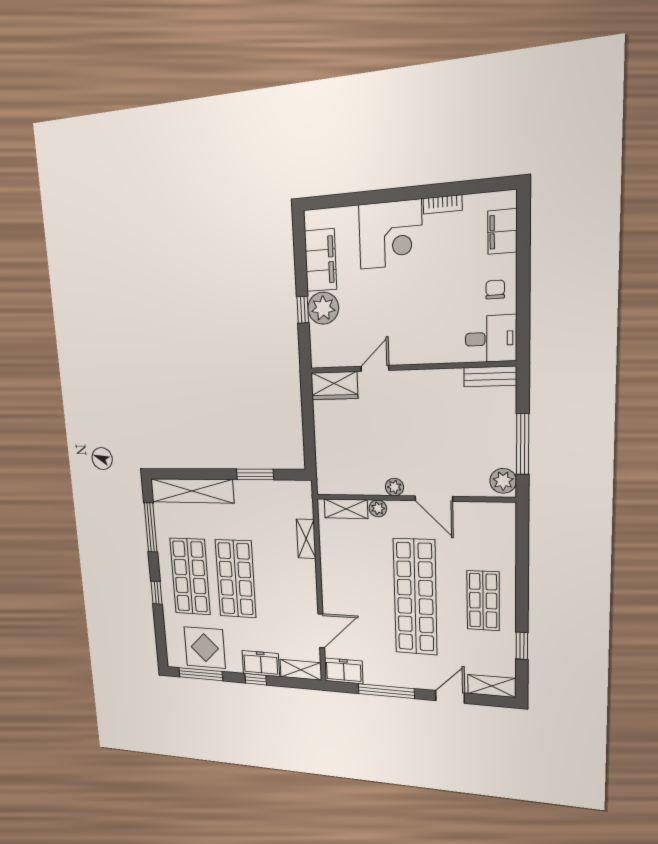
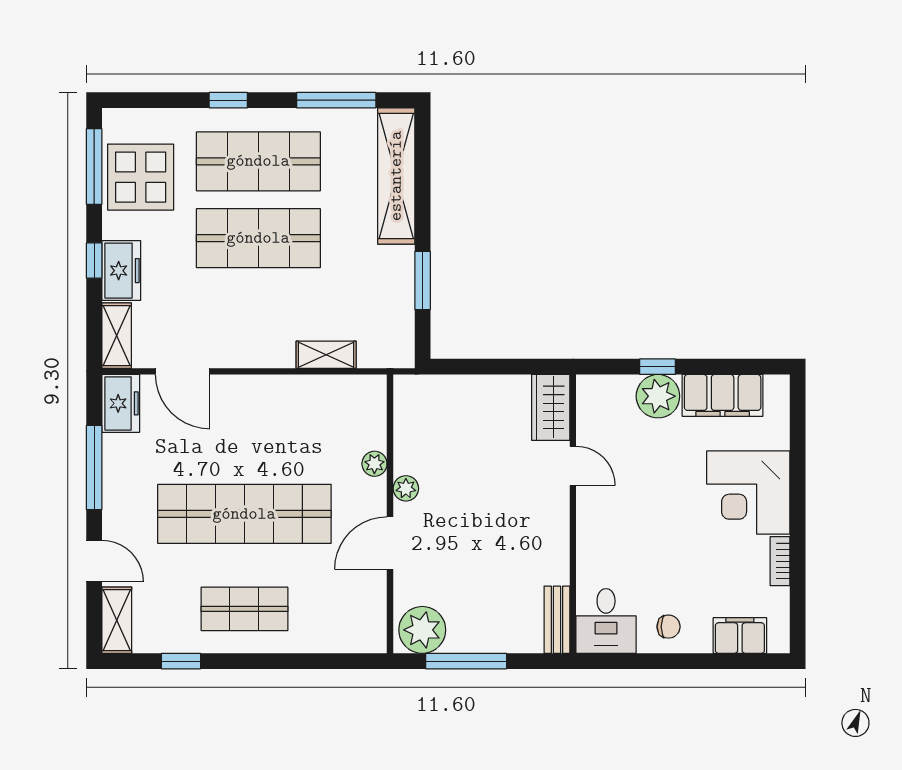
plant: (503, 481) -> (422, 630), width x1.36, depth x1.36
shelving: (346, 509) -> (373, 417), removed

